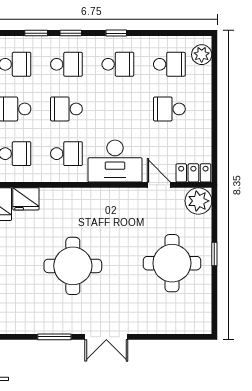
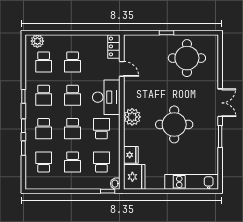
school desk: (66, 64) -> (44, 129), turned 180
school desk: (118, 64) -> (44, 95), turned 180
school desk: (169, 64) -> (44, 62), turned 180
school desk: (118, 109) -> (73, 95), added
door: (159, 185) -> (122, 69), swing flipped
plant: (198, 201) -> (132, 117), moved
round table: (172, 263) -> (187, 58), moved

